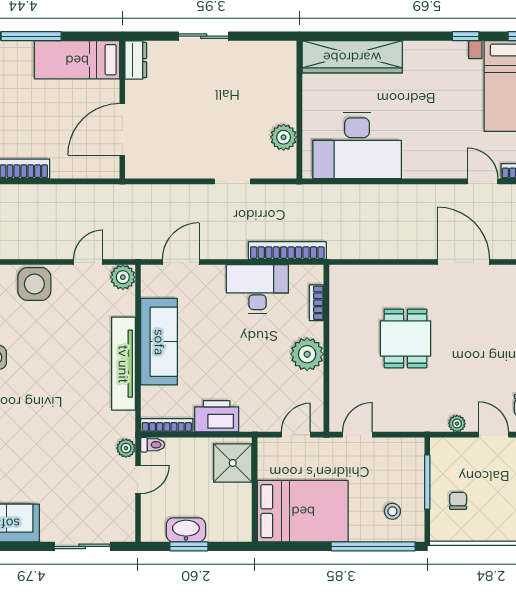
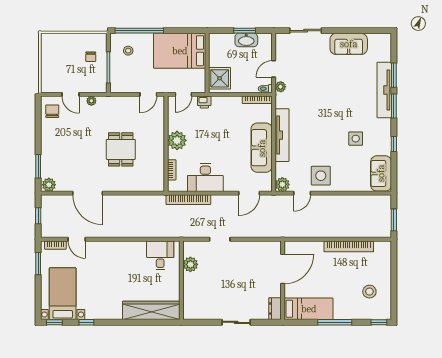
desk: (357, 146) -> (160, 255), width x0.53, depth x0.77
side table: (34, 284) -> (321, 176), moved
printer: (217, 416) -> (204, 102), moved, width x0.53, depth x0.68

